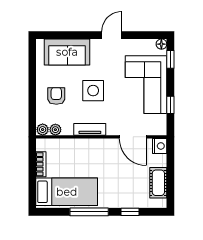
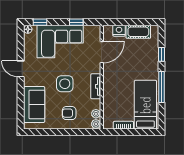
nightstand: (160, 146) -> (119, 31), moved

